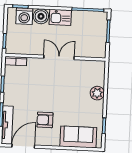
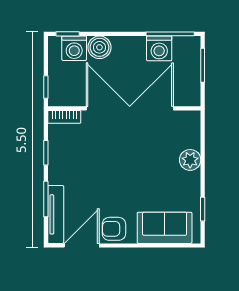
kitchen sink: (60, 17) -> (129, 48), removed
washing machine: (80, 19) -> (159, 48), added
double door: (59, 57) -> (130, 108), width x1.87
armchair: (45, 120) -> (114, 229), moved

